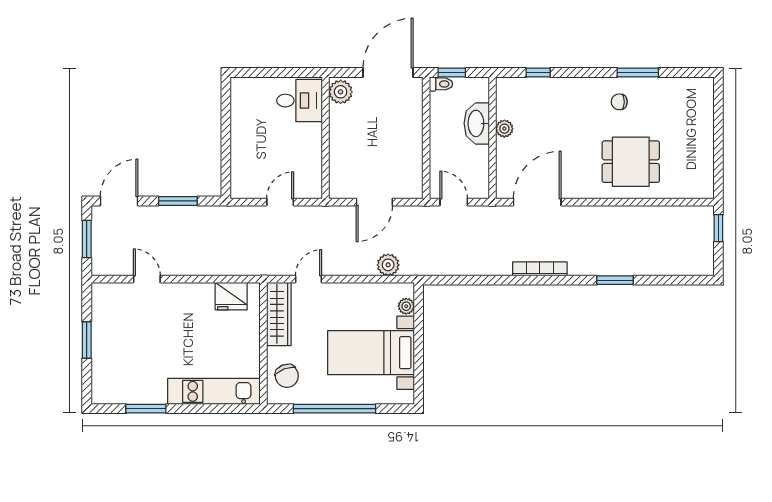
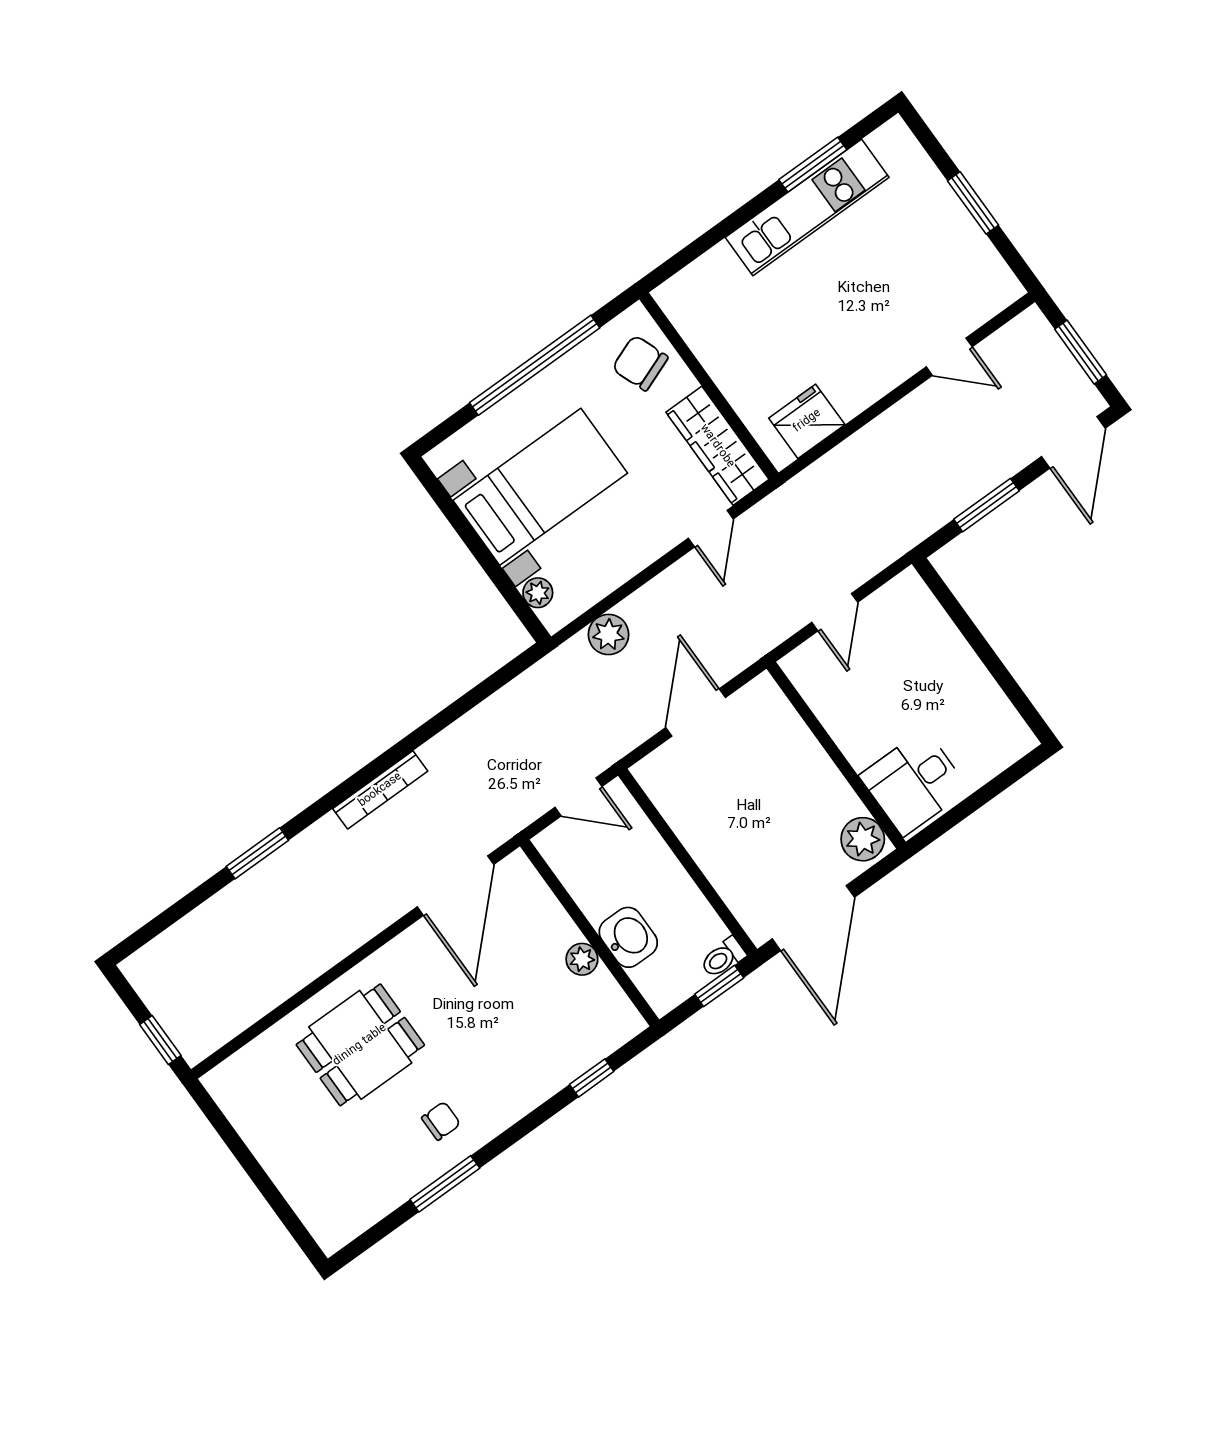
washbasin: (477, 123) -> (628, 937), width x0.72
kitchen unit: (214, 391) -> (807, 207), moved

